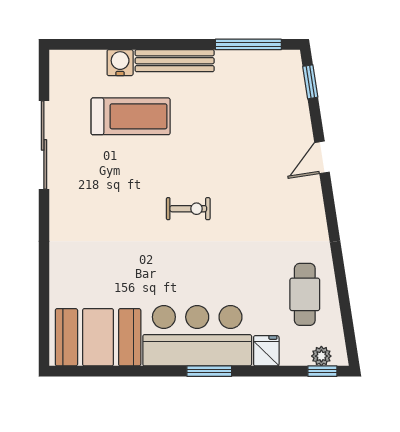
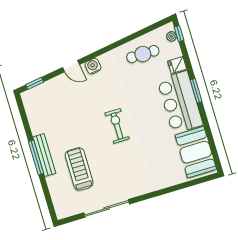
window: (248, 44) -> (36, 157), moved
water cooler: (120, 63) -> (93, 66), moved, turned 81
exercise bike: (188, 209) -> (117, 126), width x1.38, depth x1.39

